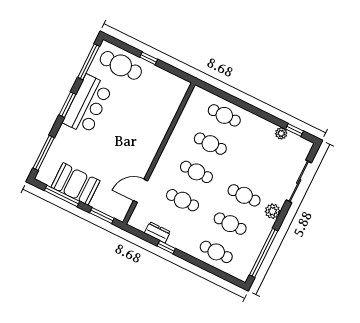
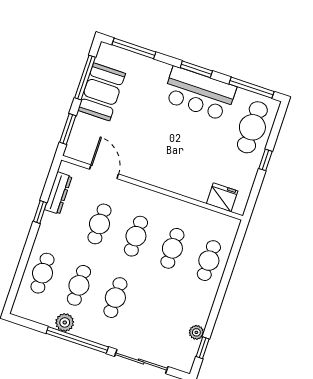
fridge: (174, 98) -> (222, 197), added
plant: (273, 211) -> (65, 322), moved
dresser: (157, 232) -> (58, 193), width x1.44
window: (264, 253) -> (77, 340), moved

